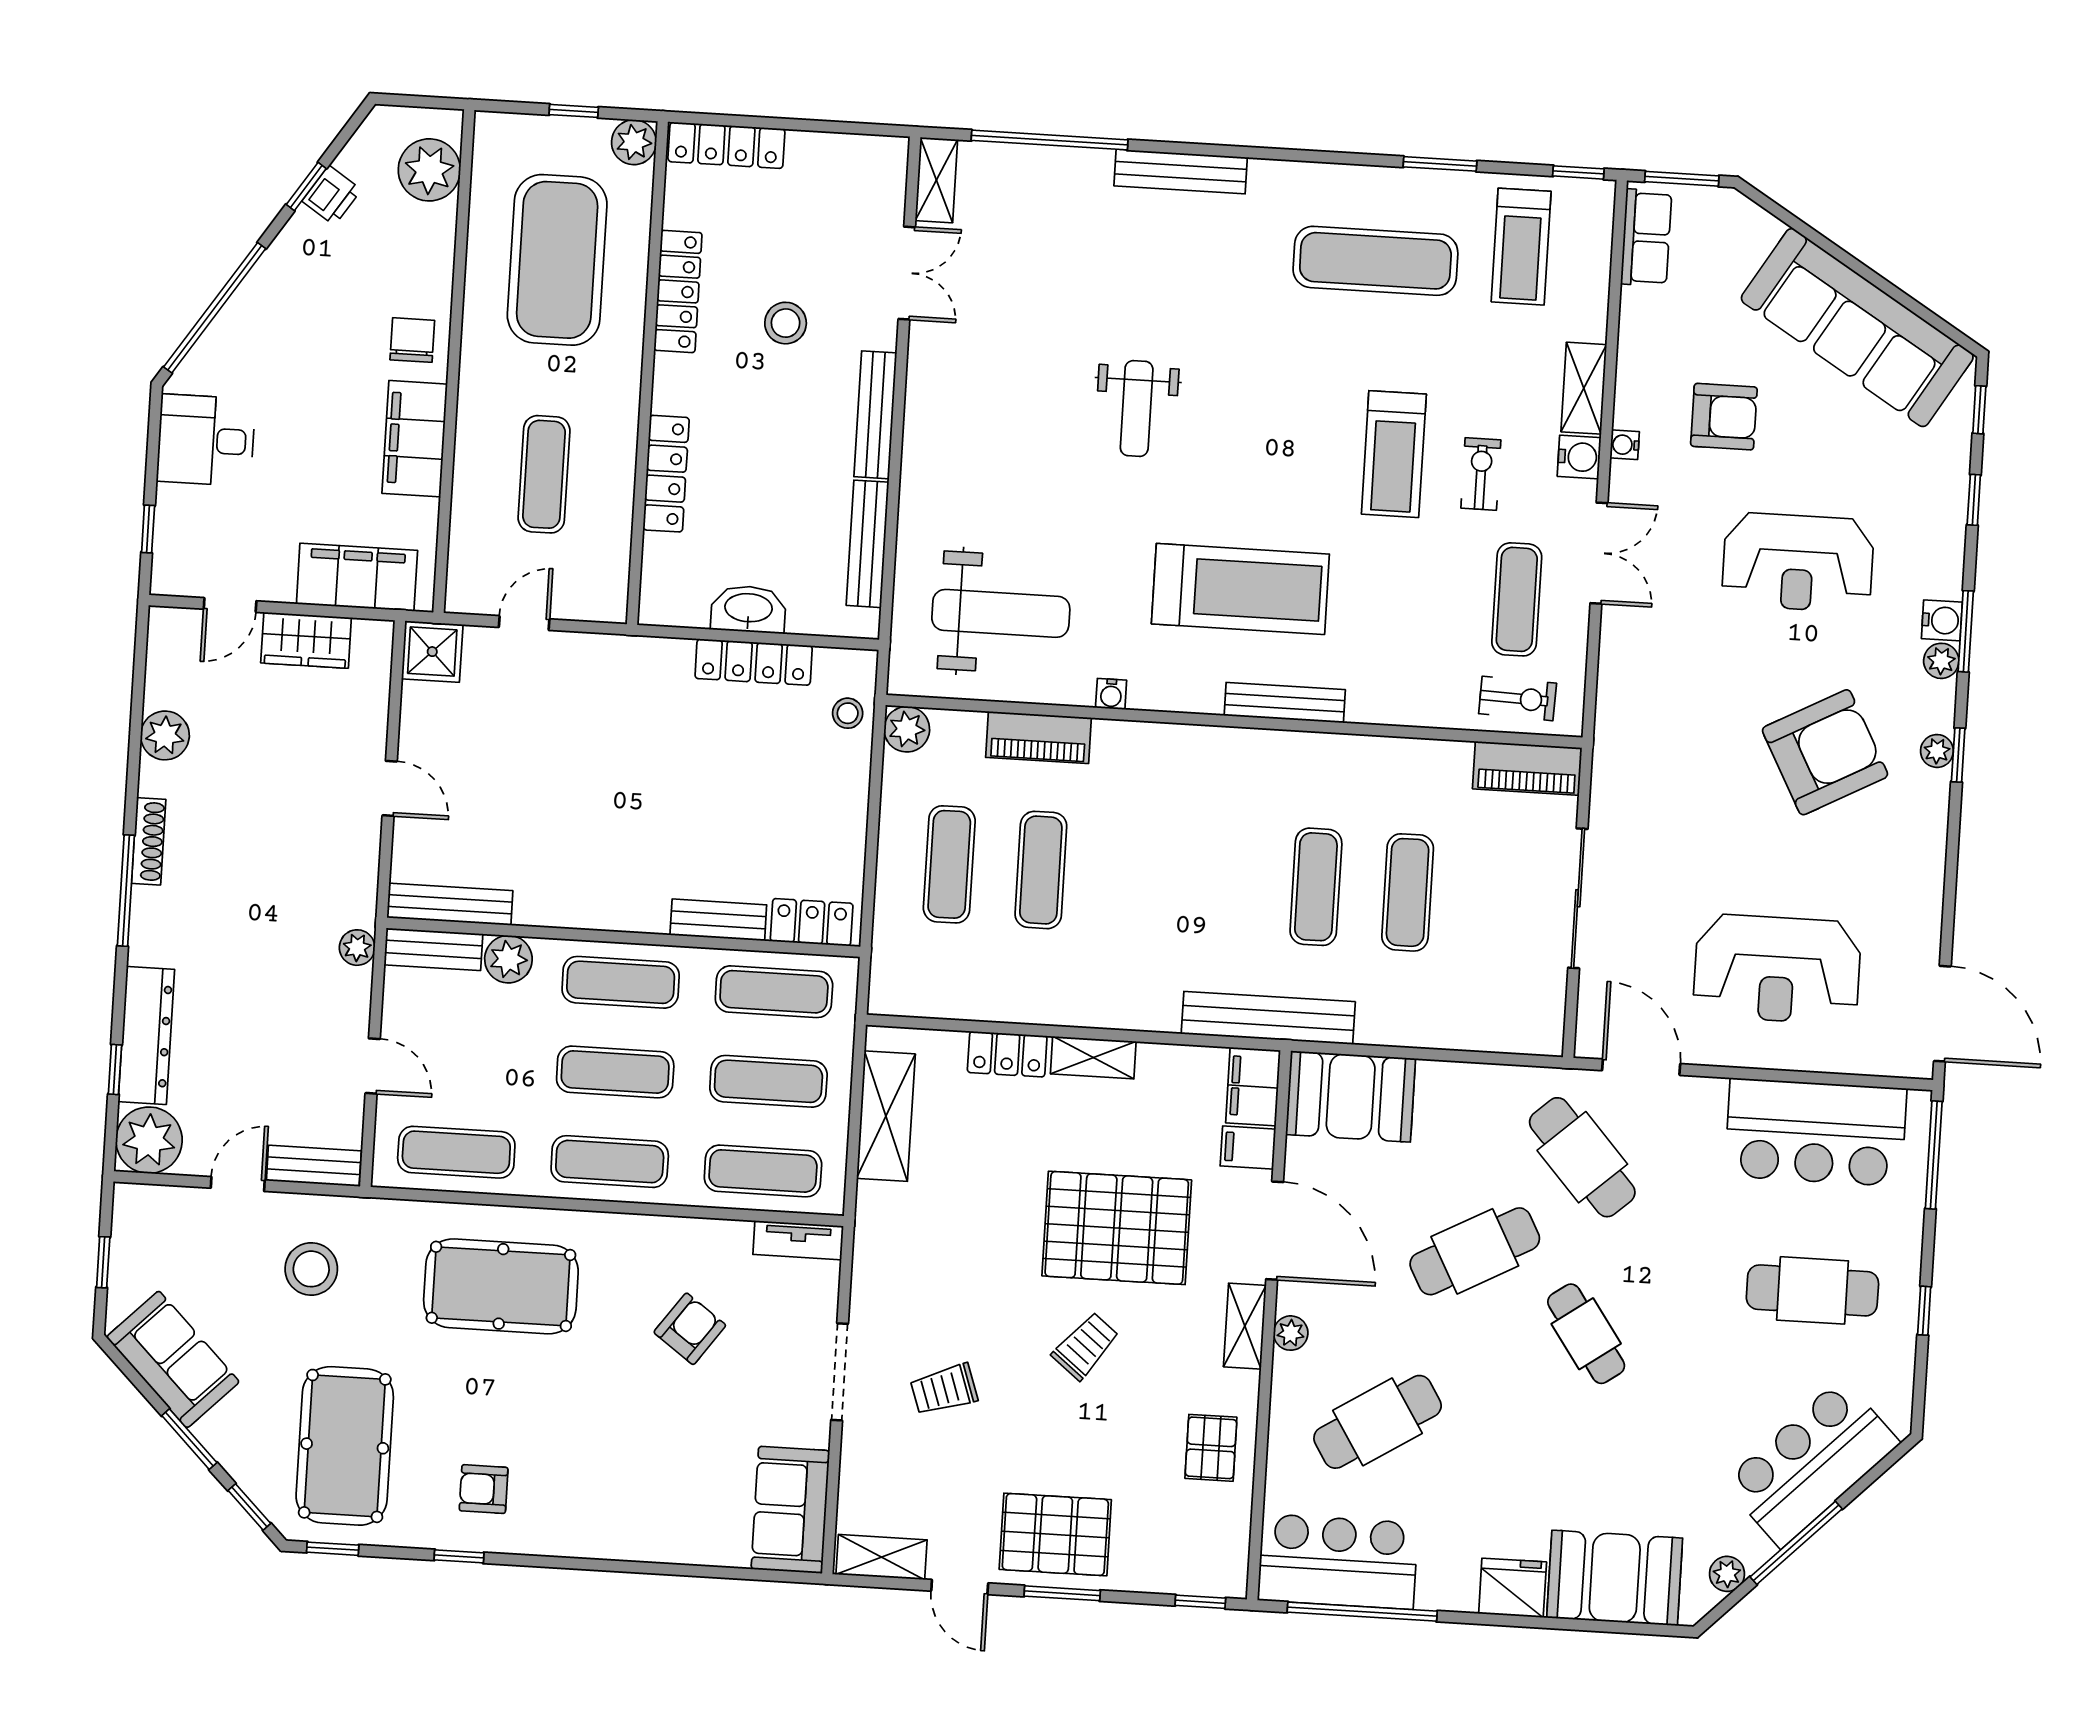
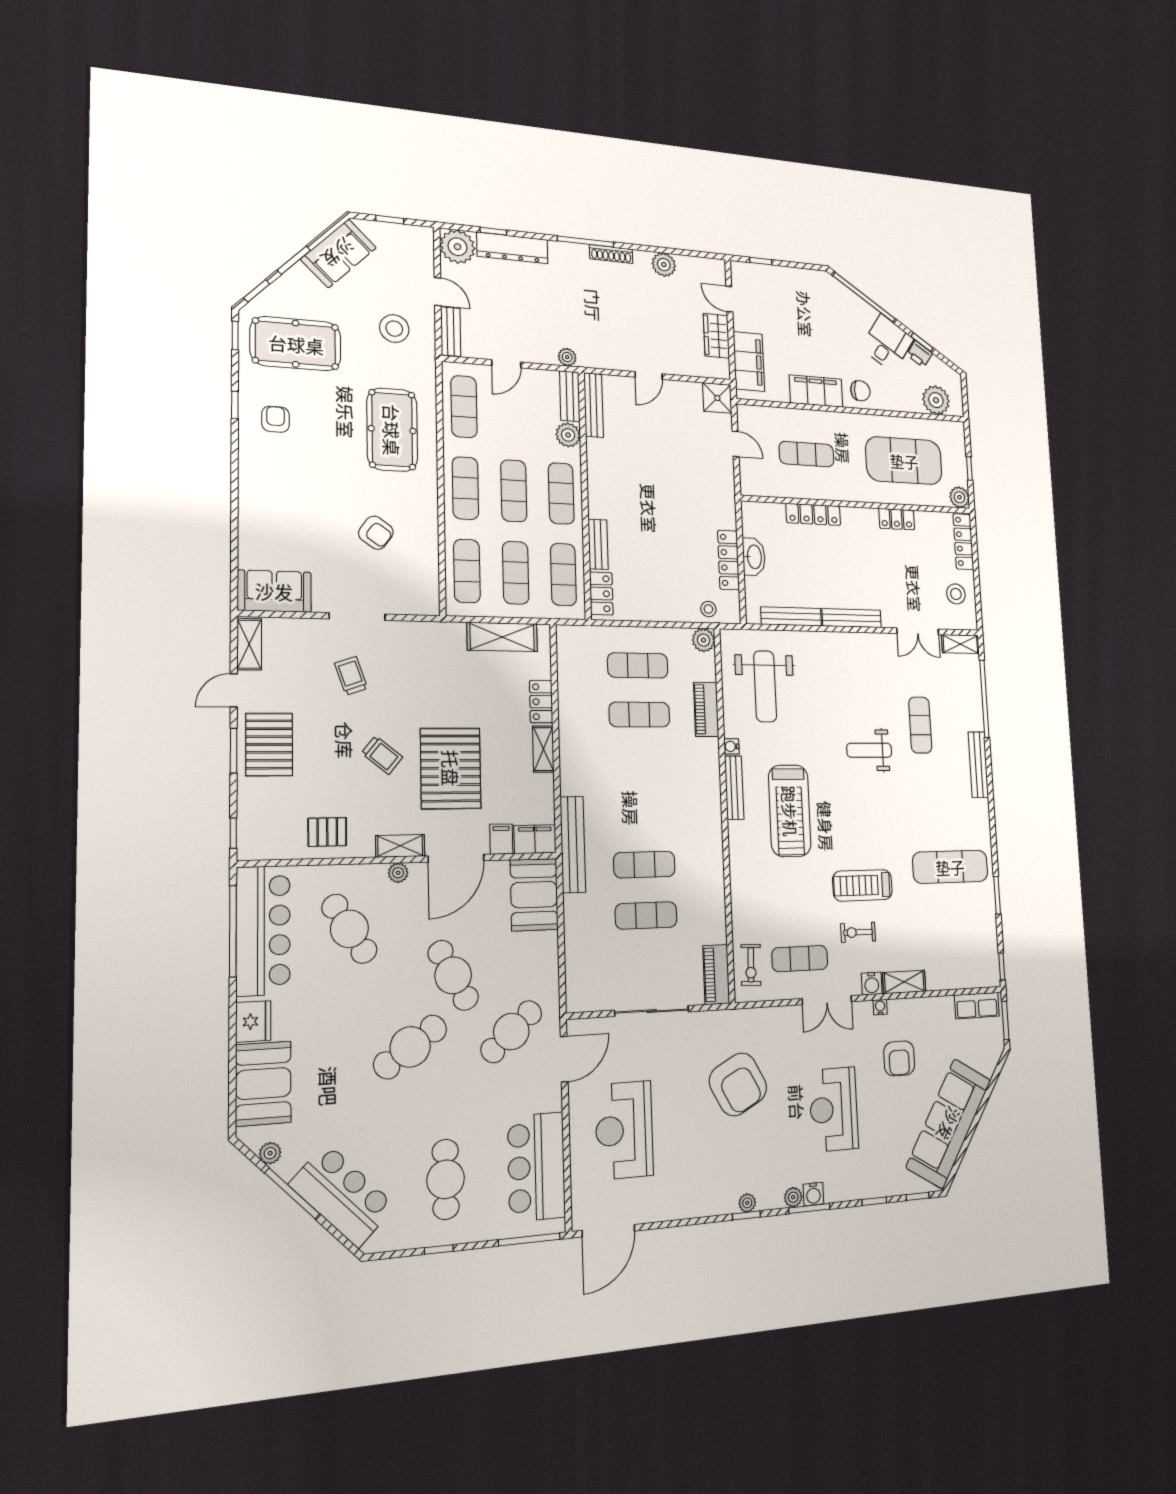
treadmill: (1521, 247) -> (965, 941), removed
exercise mat: (1375, 261) -> (950, 867), turned 90
locker: (678, 291) -> (897, 519), width x0.66
exercise mat: (1094, 291) -> (920, 725), added
stool: (786, 323) -> (956, 594), moved
desk: (206, 440) -> (887, 343), moved, turned 34
exercise bike: (1481, 474) -> (858, 932), turned 180
bench: (1285, 703) -> (734, 788), moved
armchair: (1825, 752) -> (738, 1084), moved
tv unit: (798, 1240) -> (430, 591), removed
cafe table: (1586, 1334) -> (410, 1047), width x1.37, depth x1.35
bar counter: (1338, 1562) -> (263, 931), width x1.36

